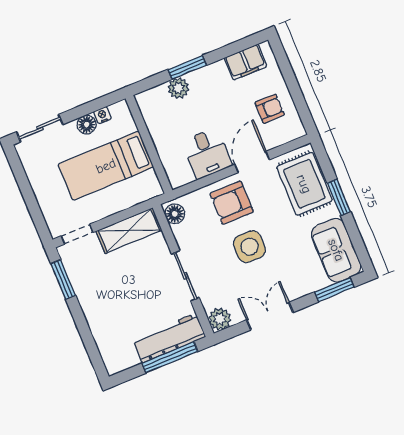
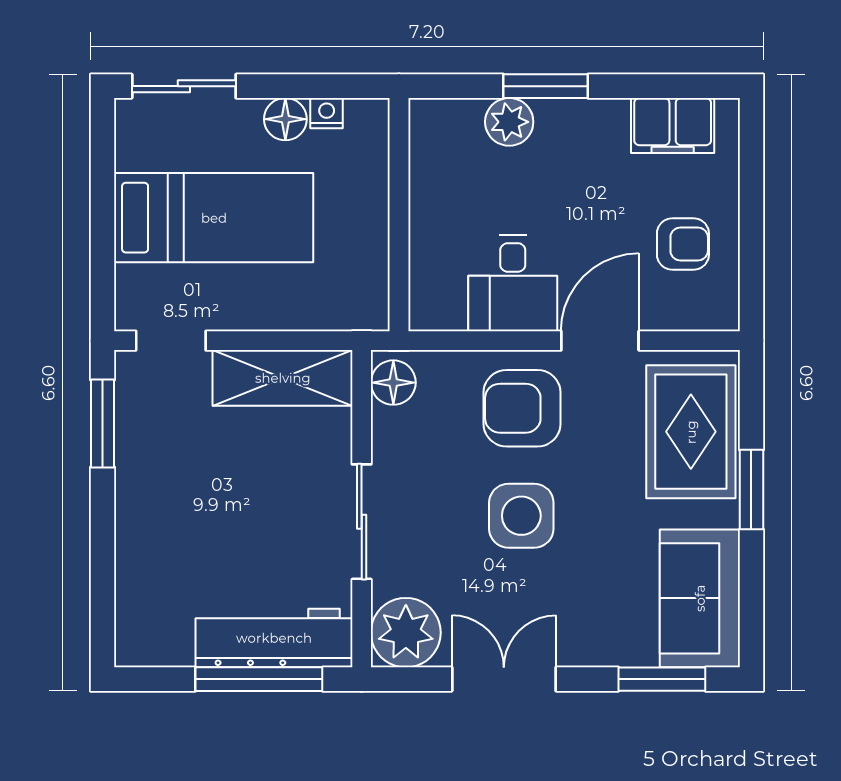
bed: (106, 166) -> (214, 218), moved, turned 180
plant: (220, 319) -> (406, 633), width x1.36, depth x1.36

